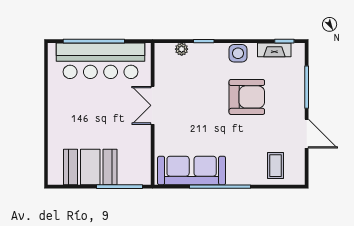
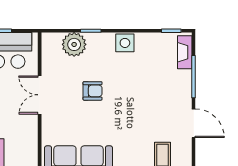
plant: (182, 49) -> (74, 44), width x1.88, depth x1.88
fireplace: (274, 50) -> (185, 52), moved, turned 90
armchair: (247, 97) -> (93, 91), moved, width x0.53, depth x0.53

